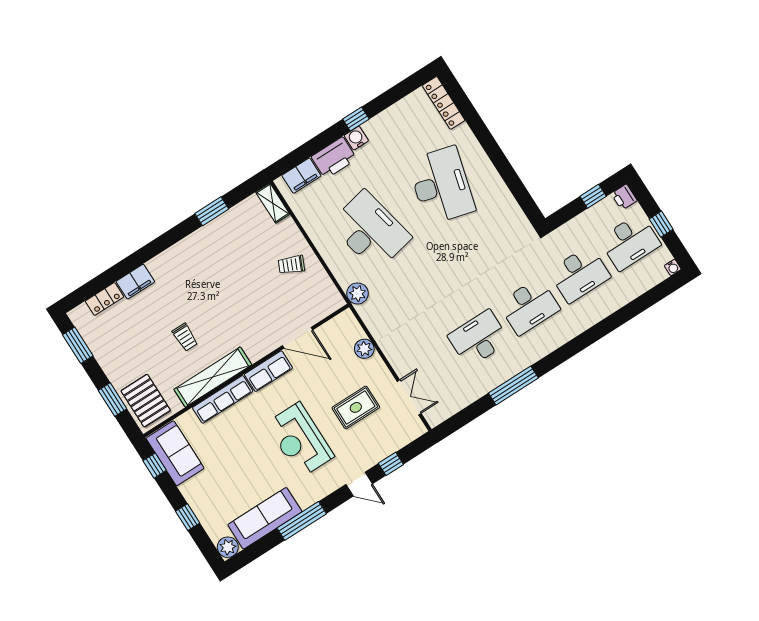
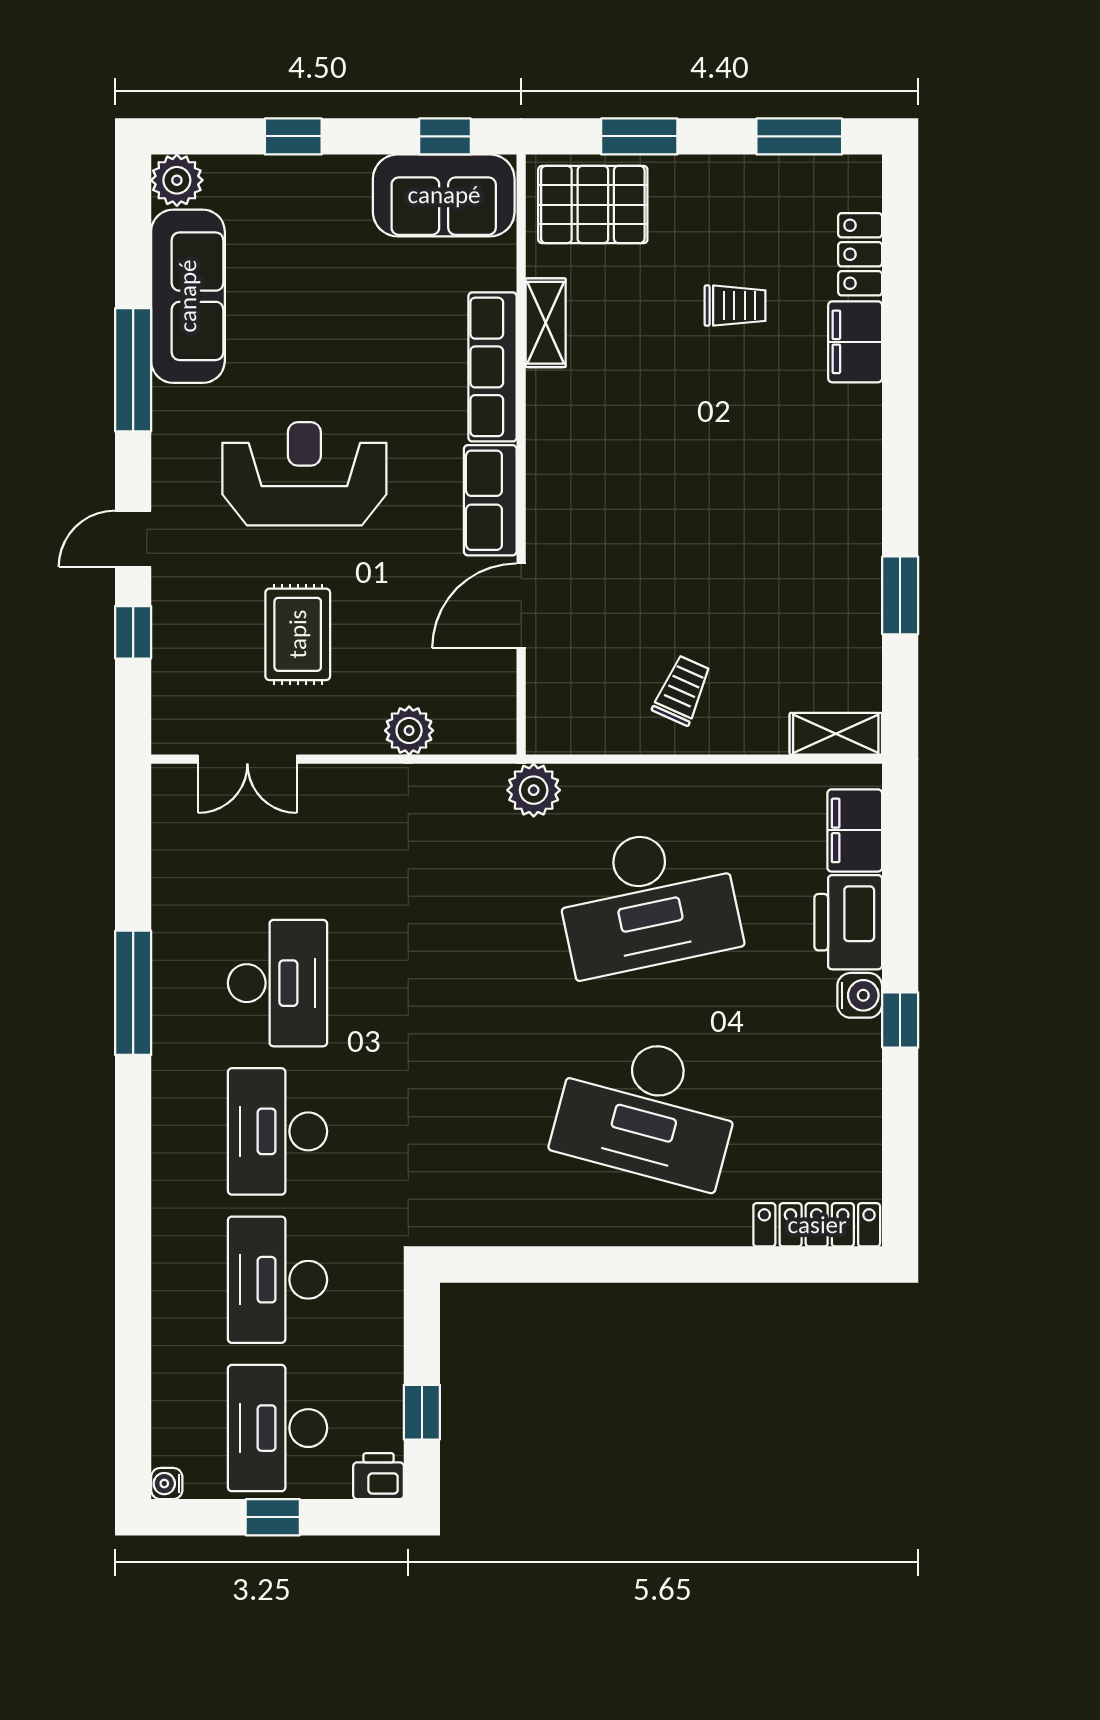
trolley: (185, 337) -> (735, 306), moved, turned 180
shelving: (213, 377) -> (546, 323), width x0.45, depth x0.75

